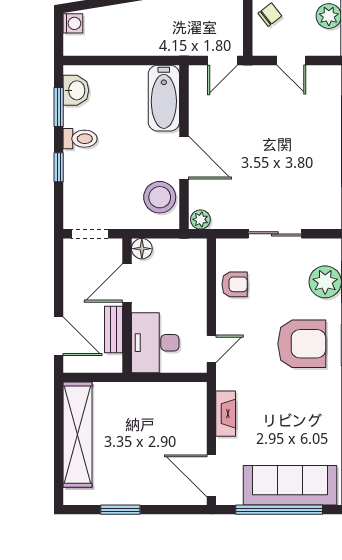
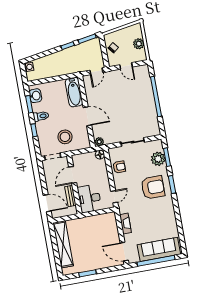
stool: (160, 197) -> (65, 137), moved
floor lamp: (142, 249) -> (100, 155), moved

